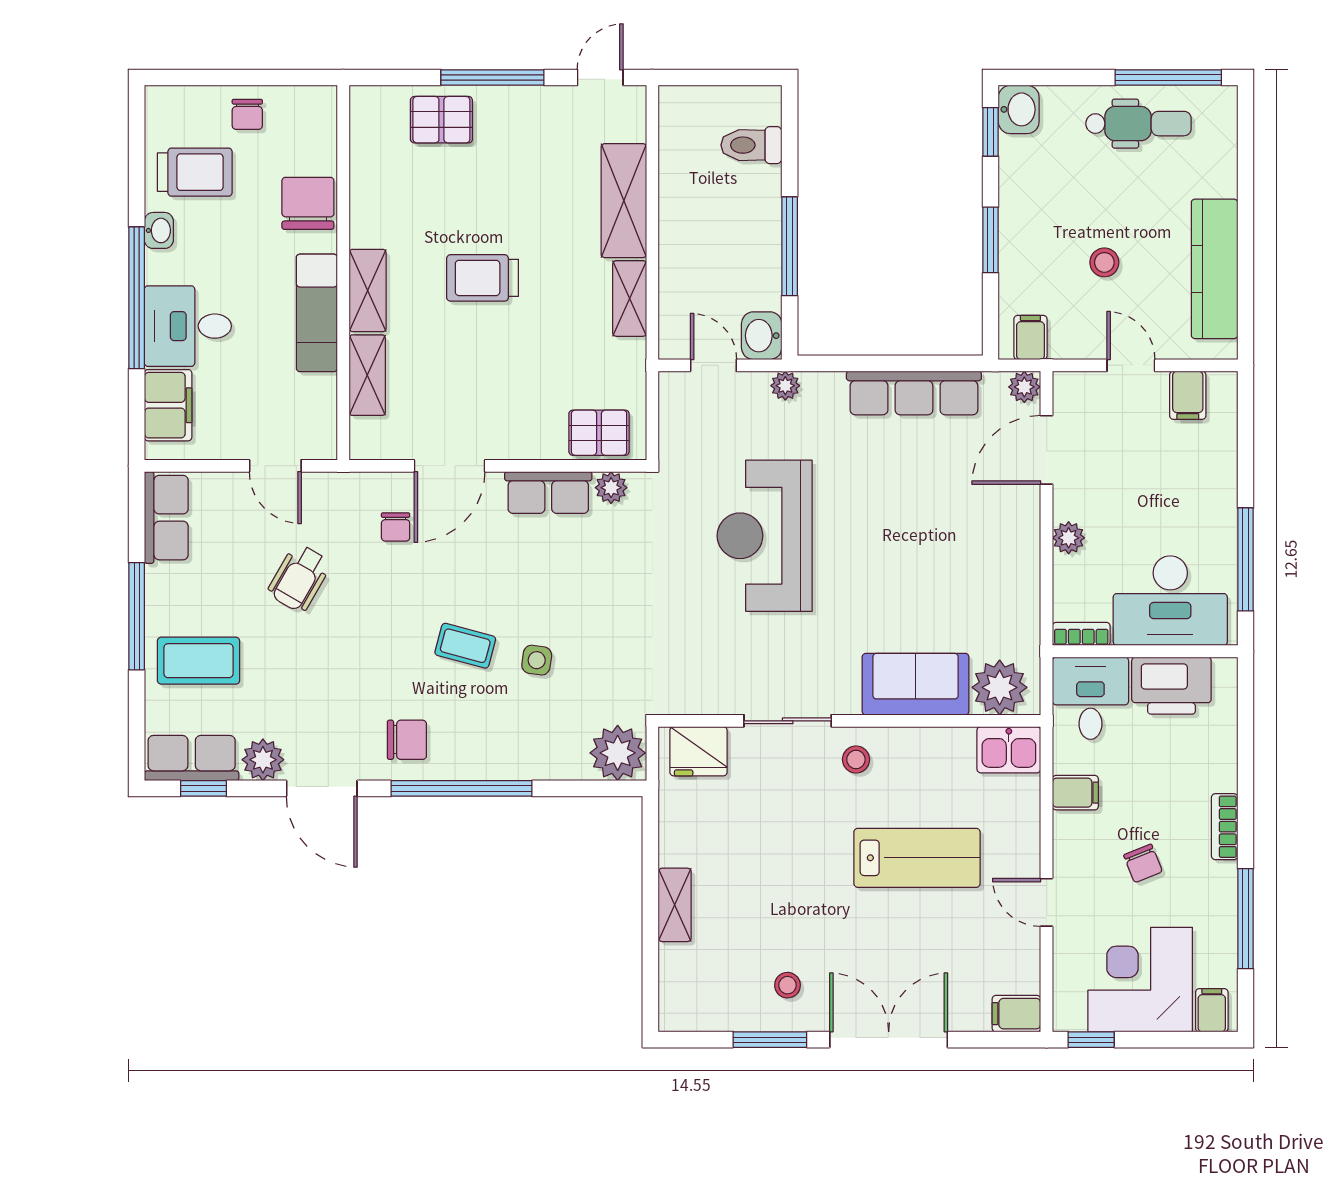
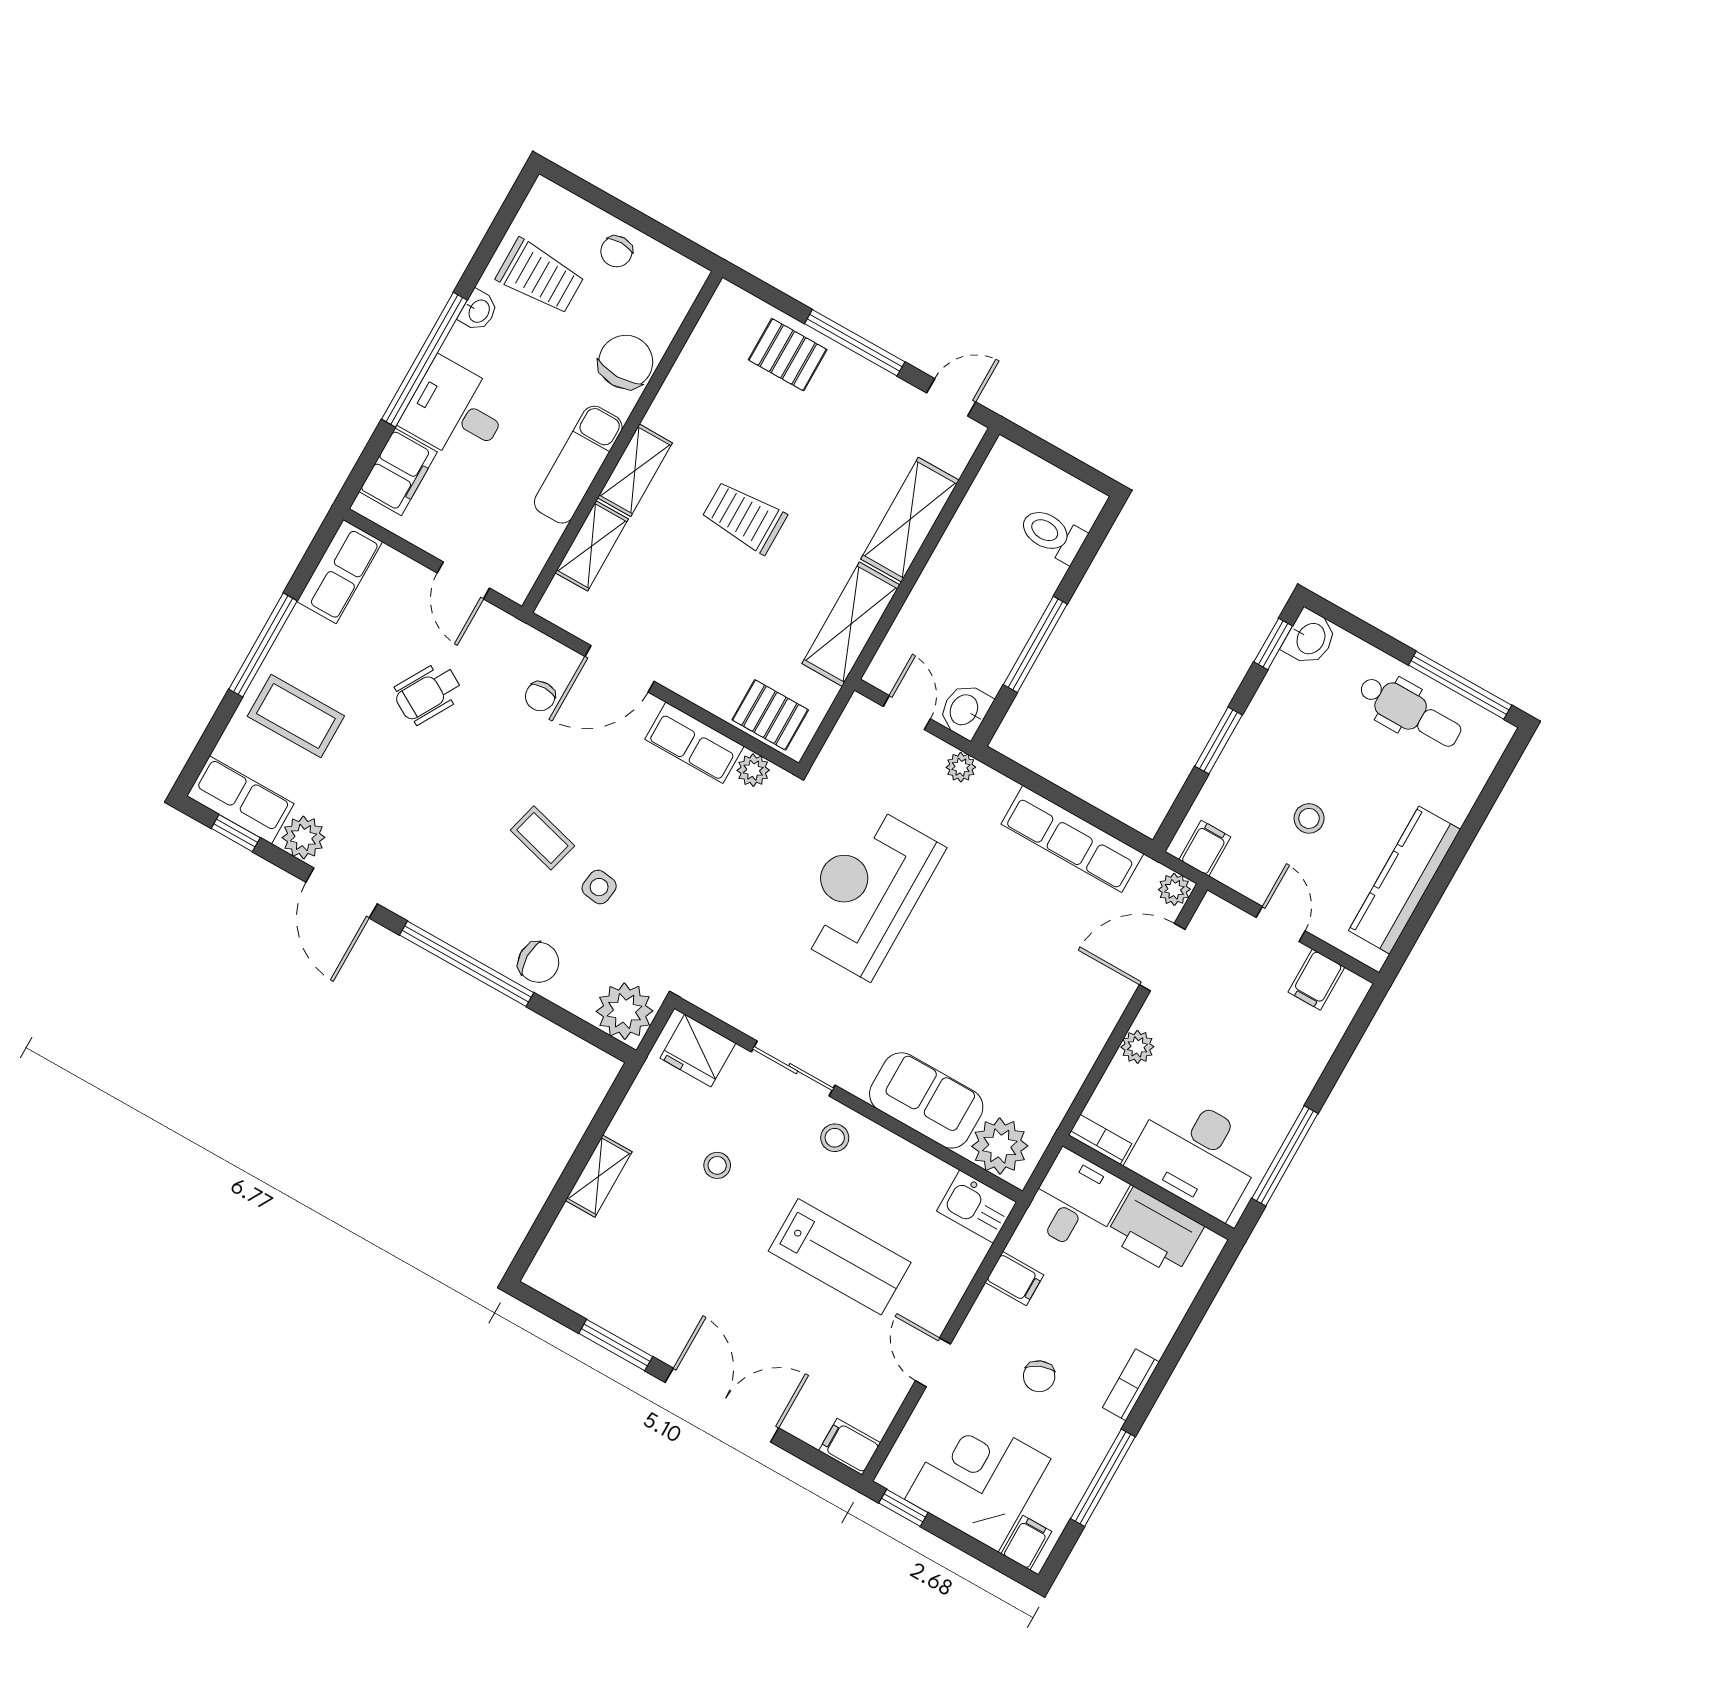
shelving: (630, 298) -> (851, 624), width x1.50, depth x1.33
chair: (407, 740) -> (538, 962), moved
stool: (787, 985) -> (717, 1165), moved

